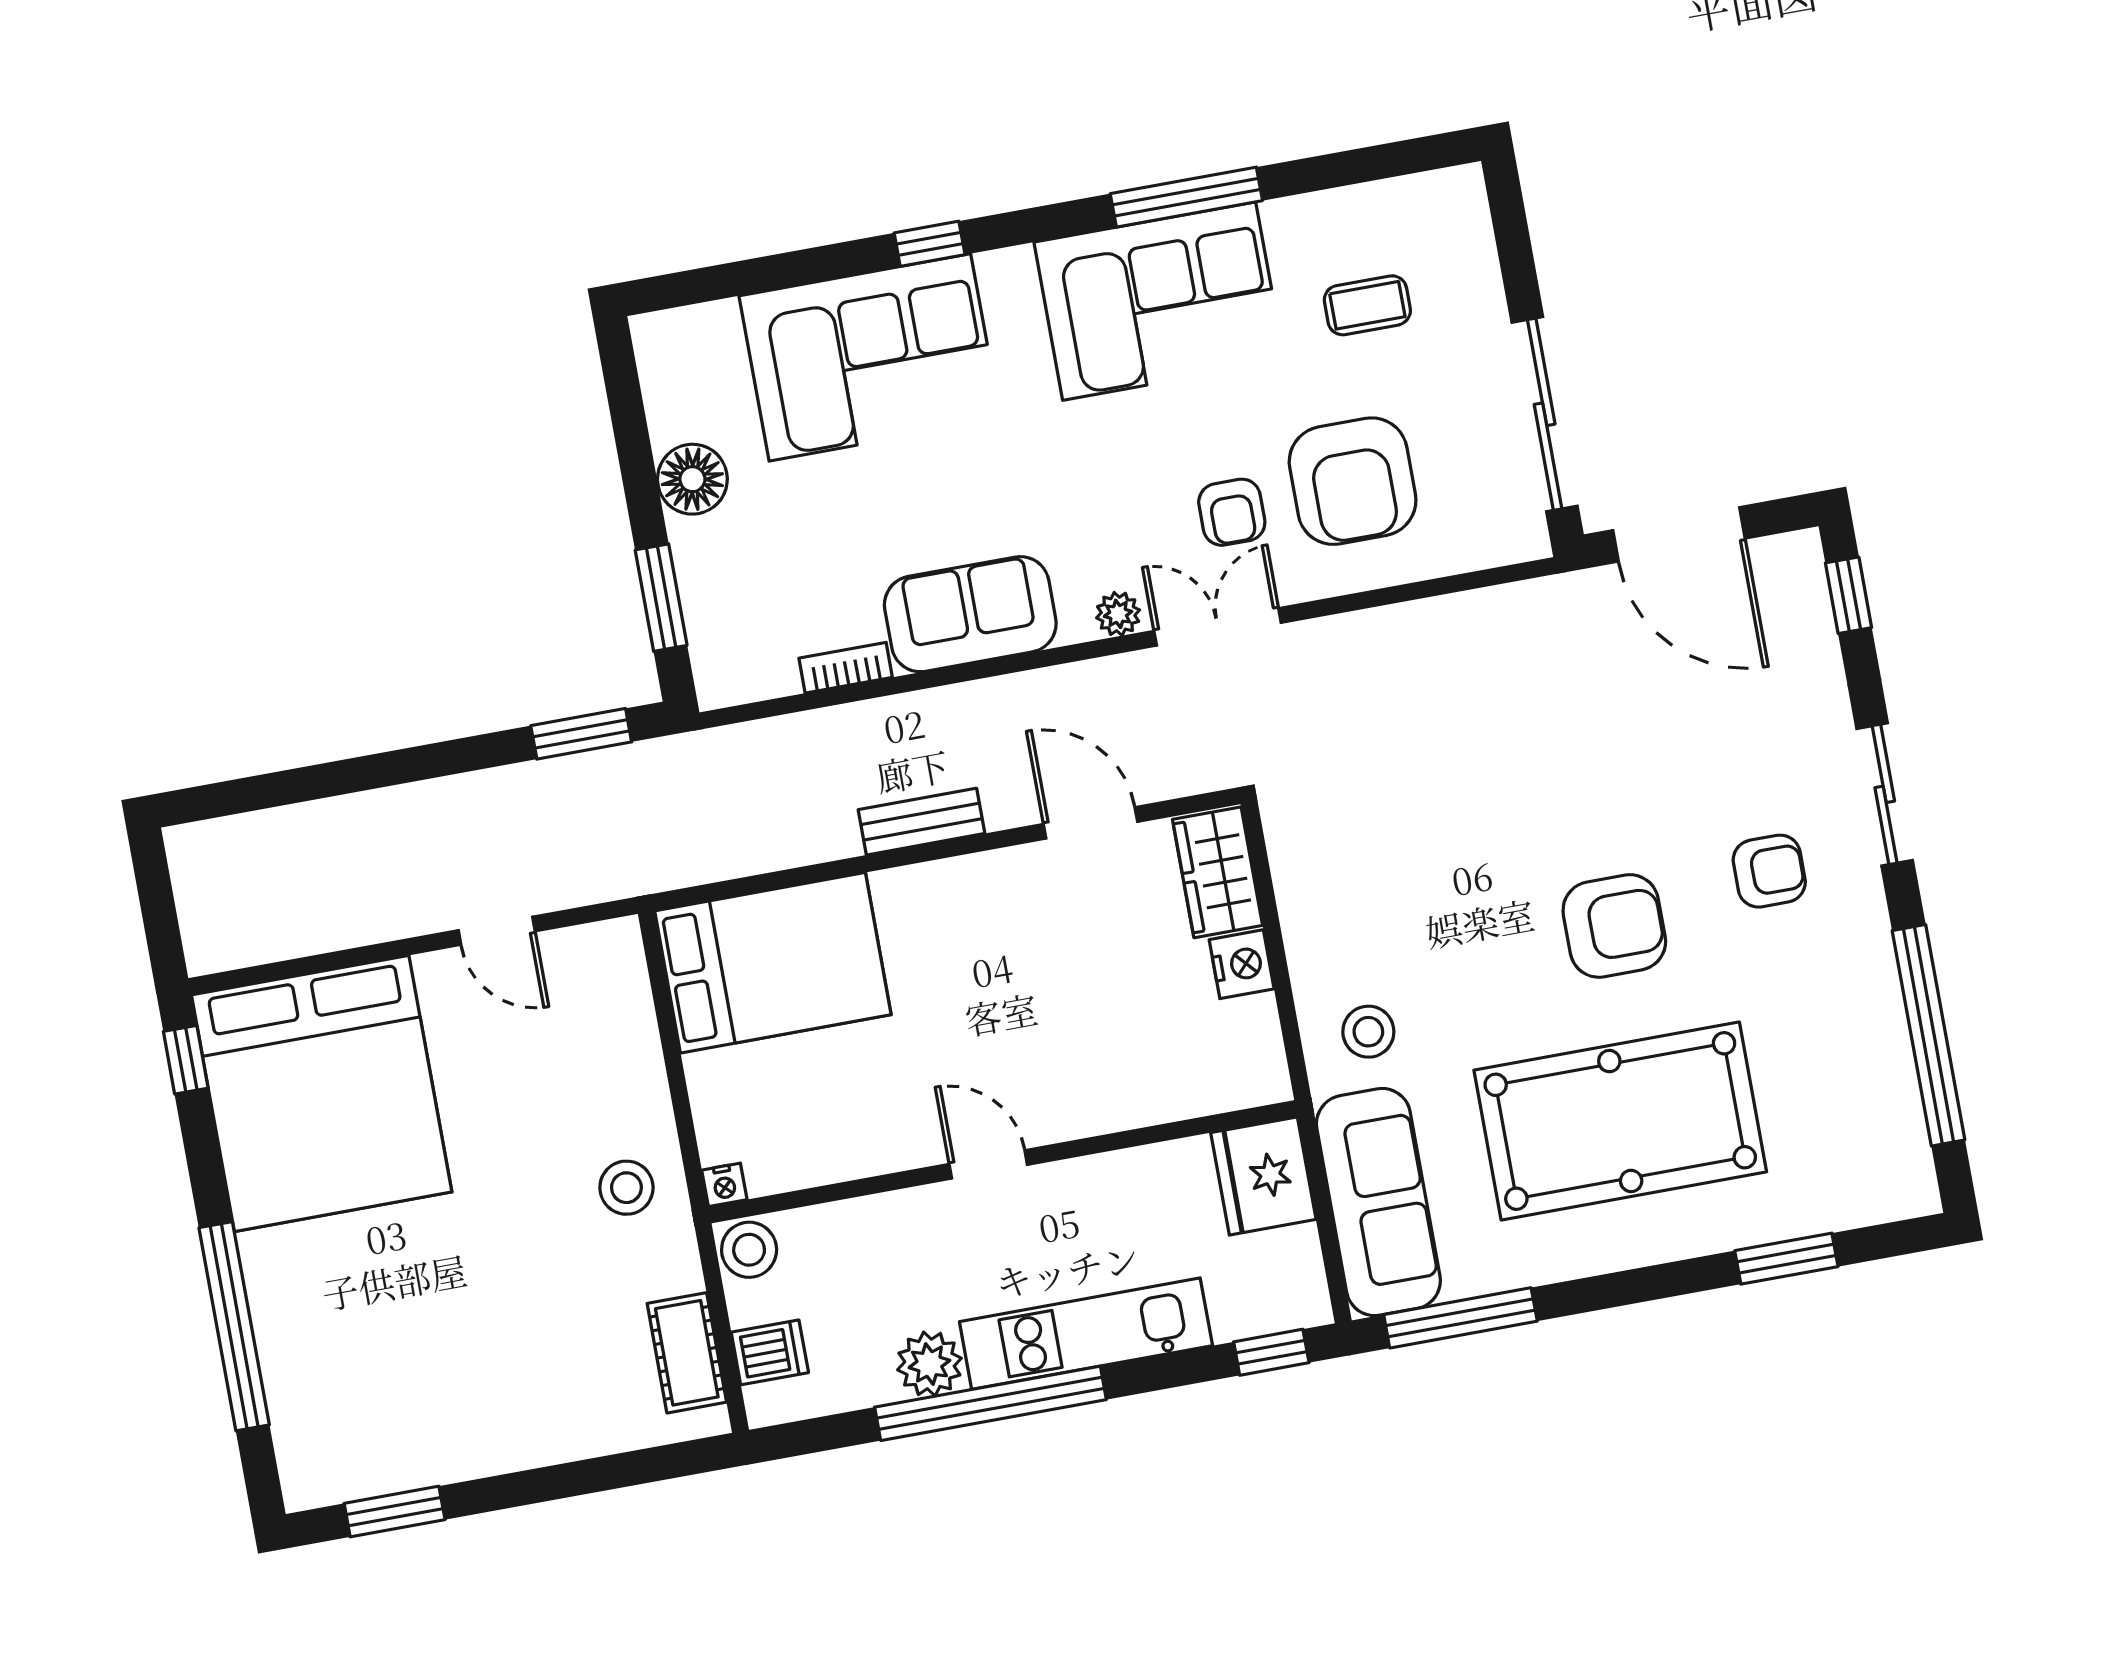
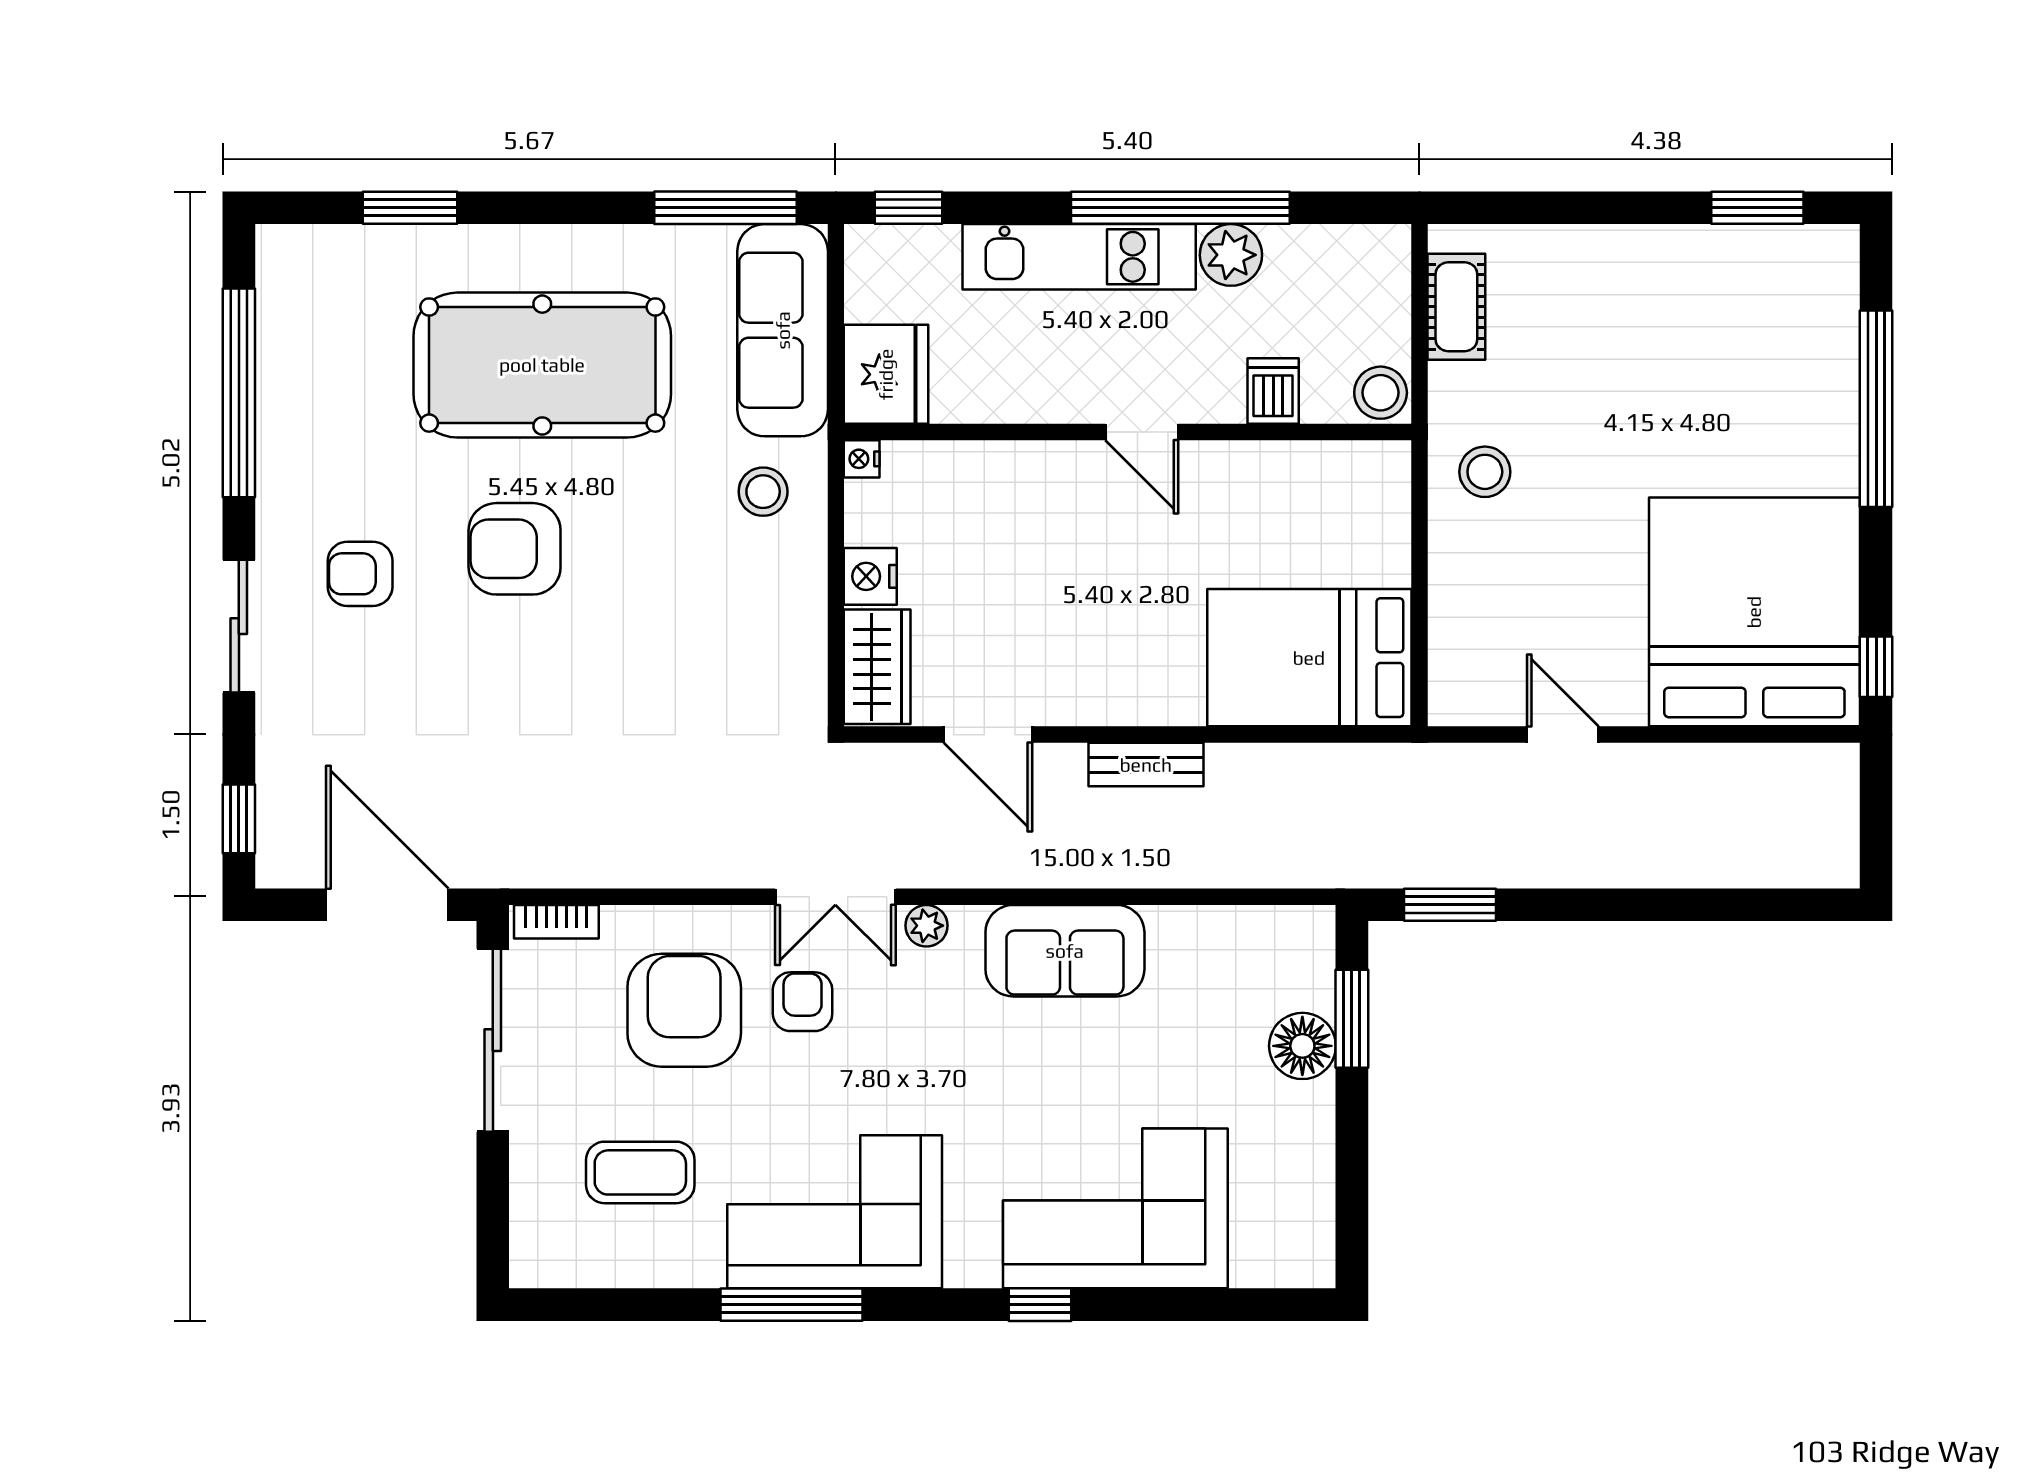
coffee table: (1367, 305) -> (640, 1172), width x1.36, depth x1.30
floor lamp: (692, 479) -> (1302, 1046), moved
bookcase: (846, 668) -> (556, 922), moved
nightstand: (724, 1185) -> (862, 459), moved, turned -90
dishwasher: (770, 1352) -> (1273, 391), moved, turned 90

